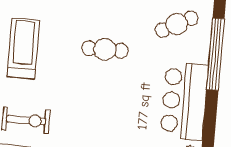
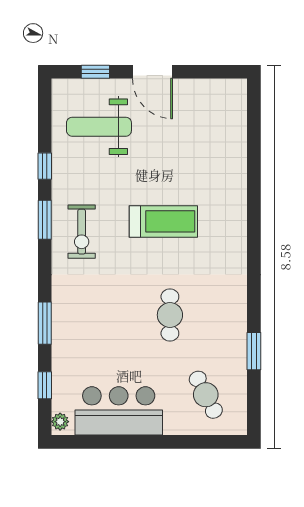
window: (215, 54) -> (175, 442), removed

